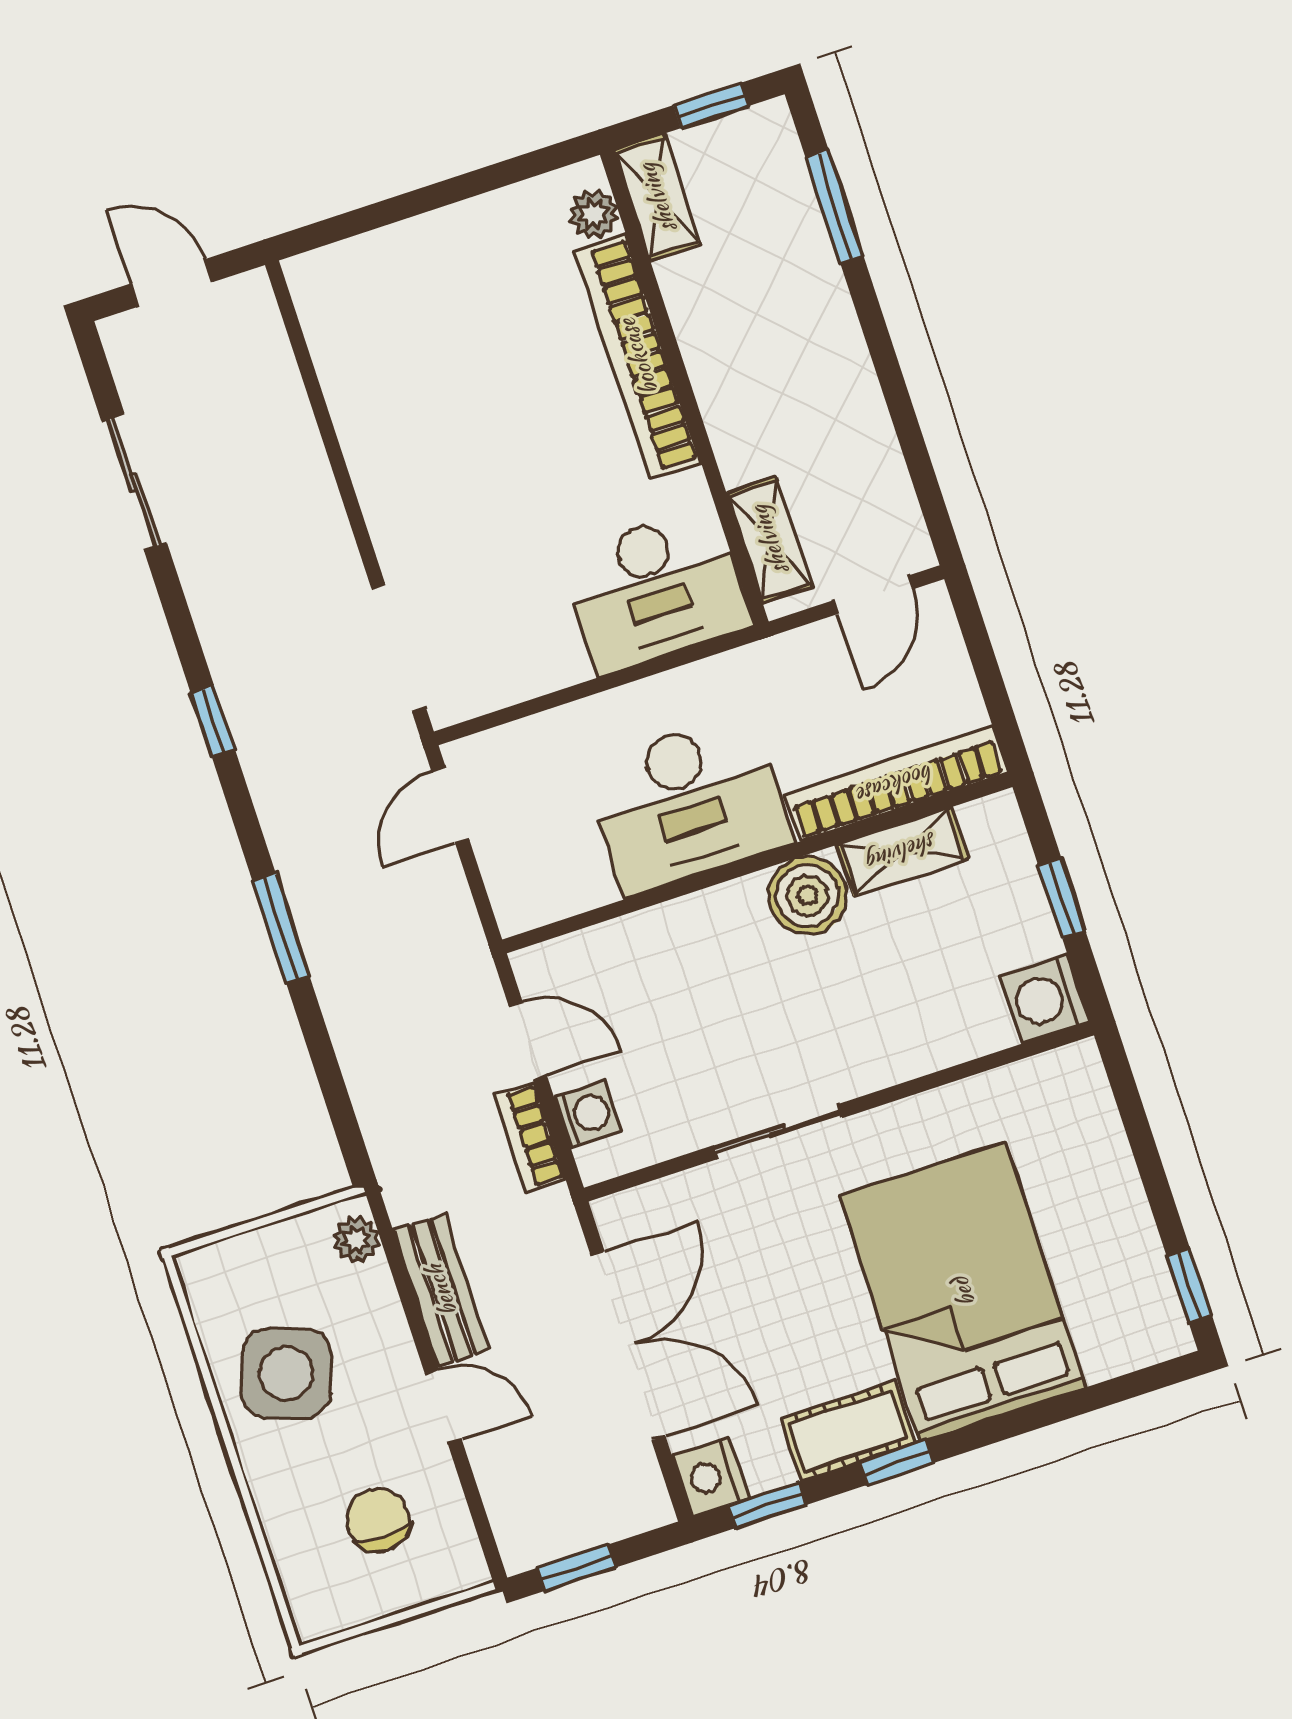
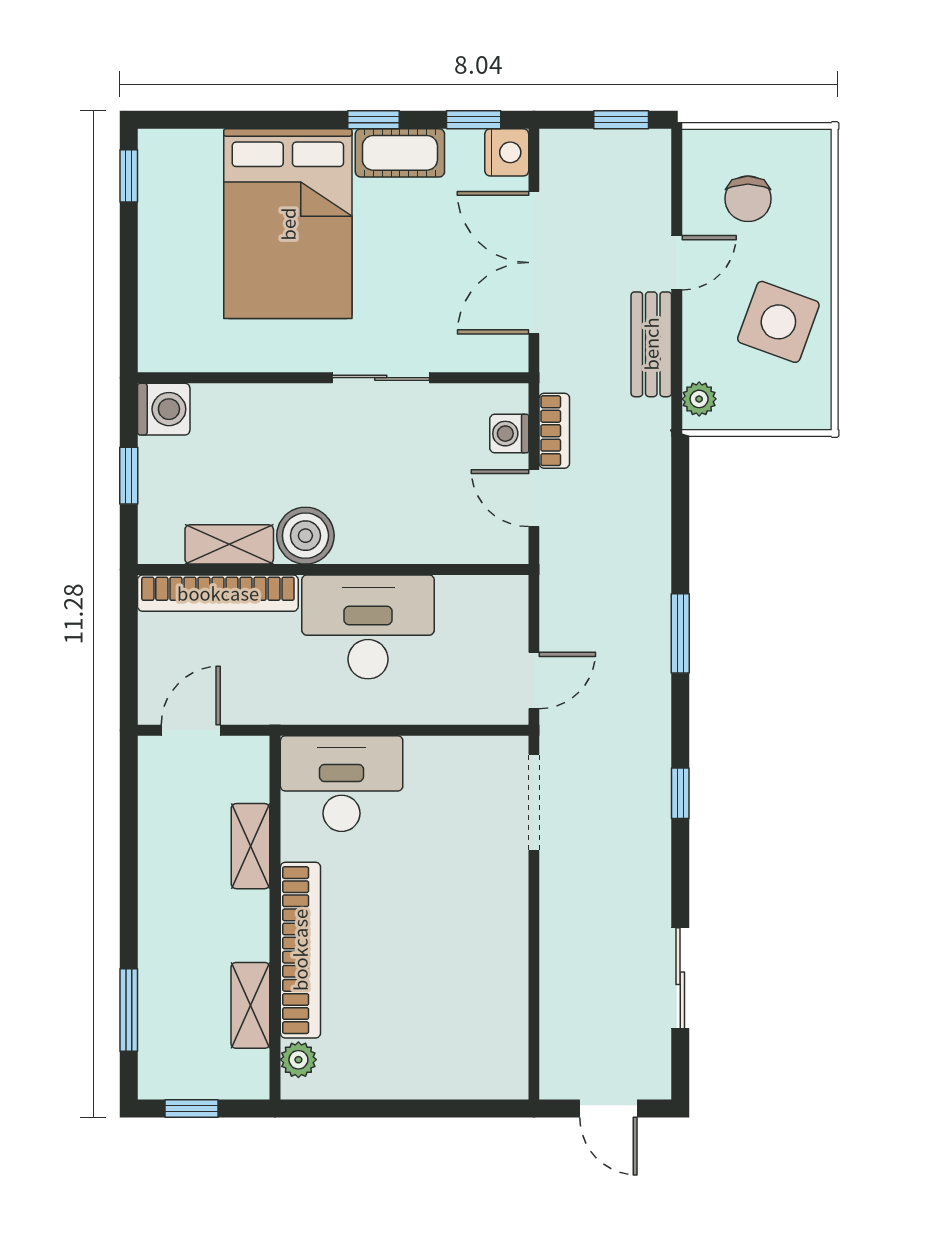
shelving: (657, 198) -> (250, 1005), moved
shelving: (769, 540) -> (251, 846), moved
door: (443, 1406) -> (677, 263), swing flipped

